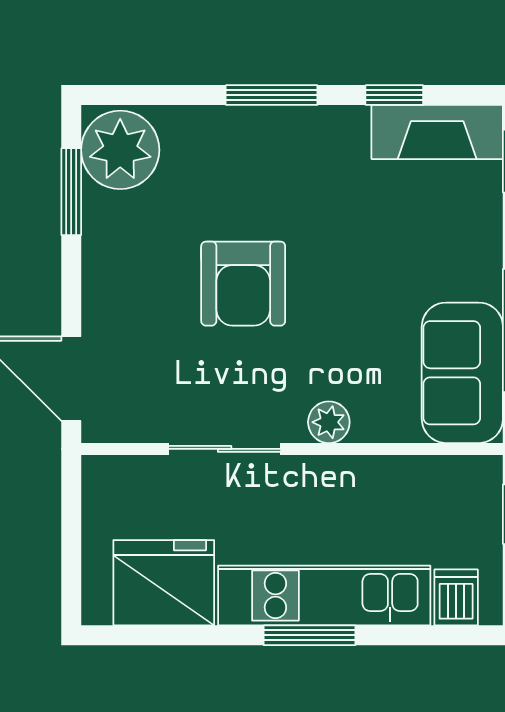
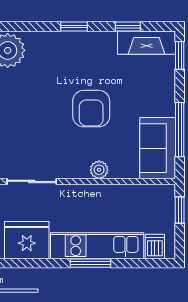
window: (272, 95) -> (74, 26), width x0.67
armchair: (243, 284) -> (91, 109), moved
sliding door: (225, 449) -> (32, 181), moved

